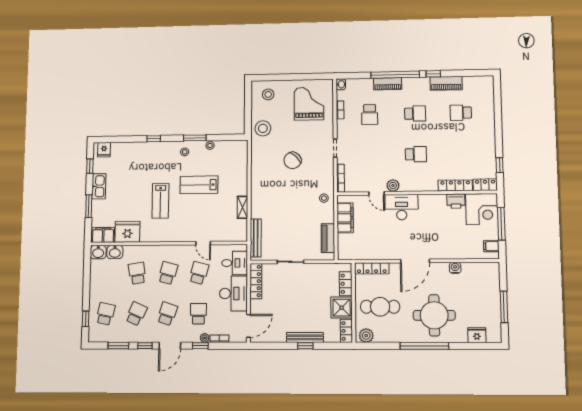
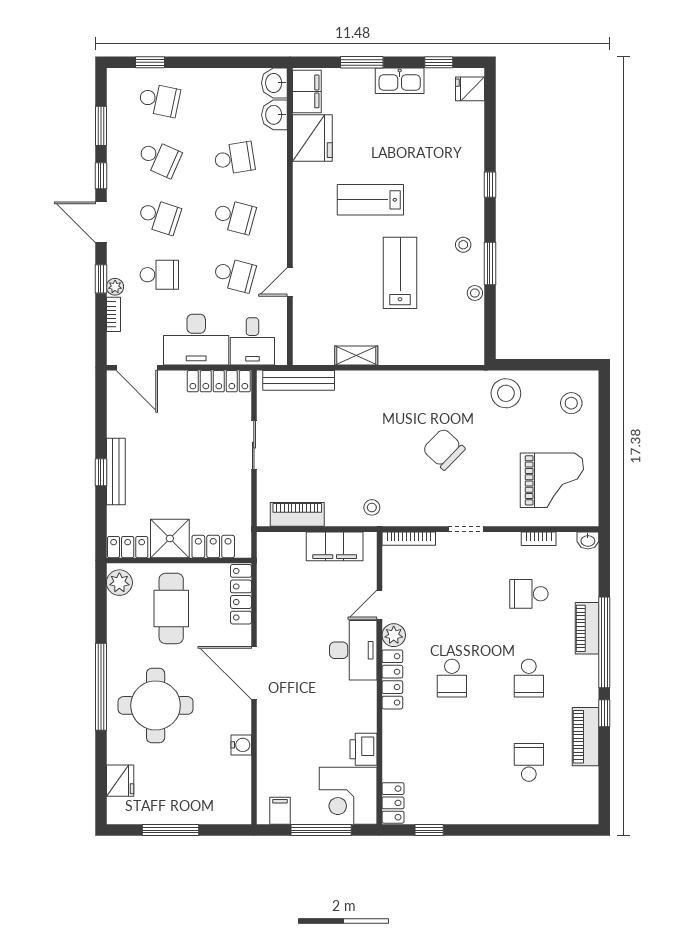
locker: (455, 185) -> (392, 679), moved

